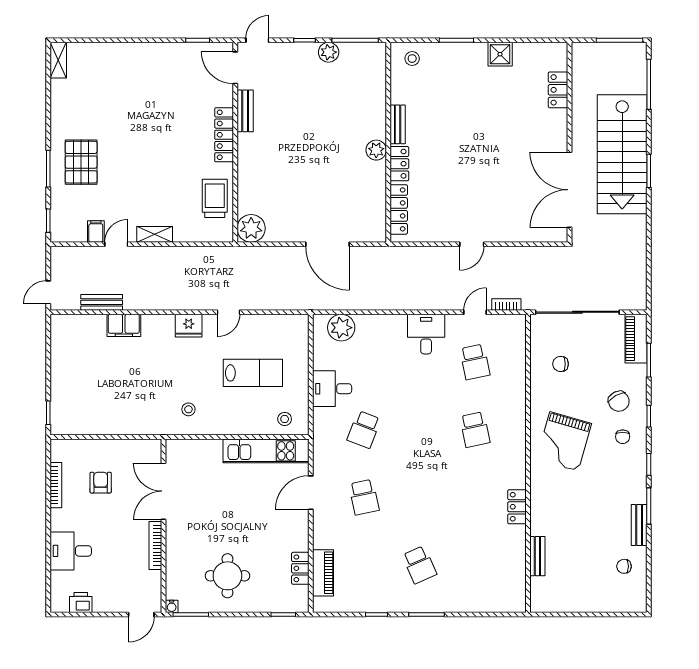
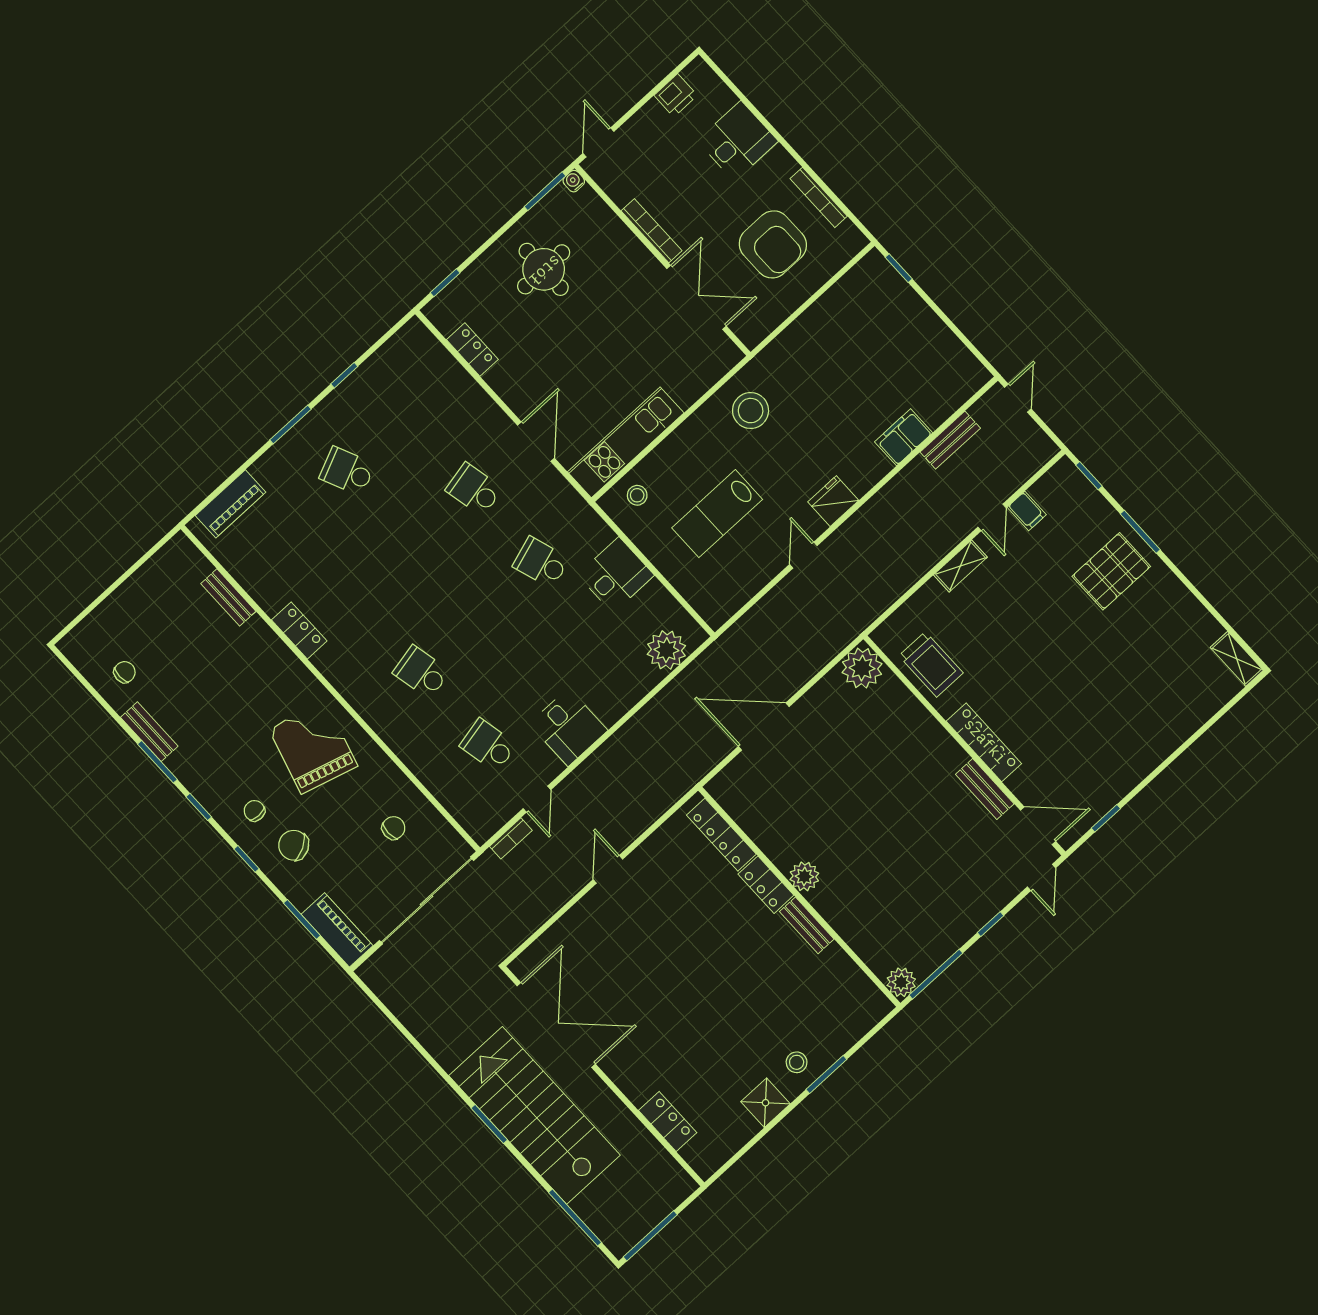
plant: (329, 52) -> (901, 982), moved
stool: (412, 59) -> (797, 1062), moved
pallet: (81, 162) -> (1111, 571), turned 90
stool: (188, 409) -> (751, 411), width x1.89, depth x1.89
school desk: (364, 430) -> (541, 562), turned -39
armchair: (101, 483) -> (773, 244), width x1.88, depth x1.88
piano: (323, 573) -> (231, 504), moved, turned -90

